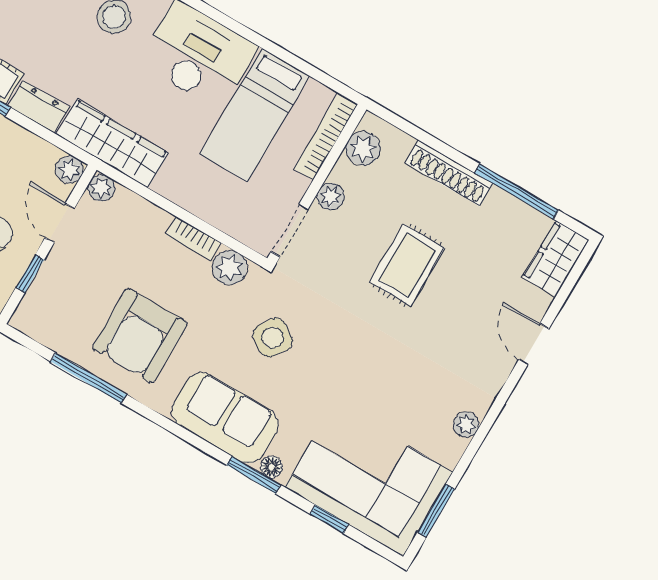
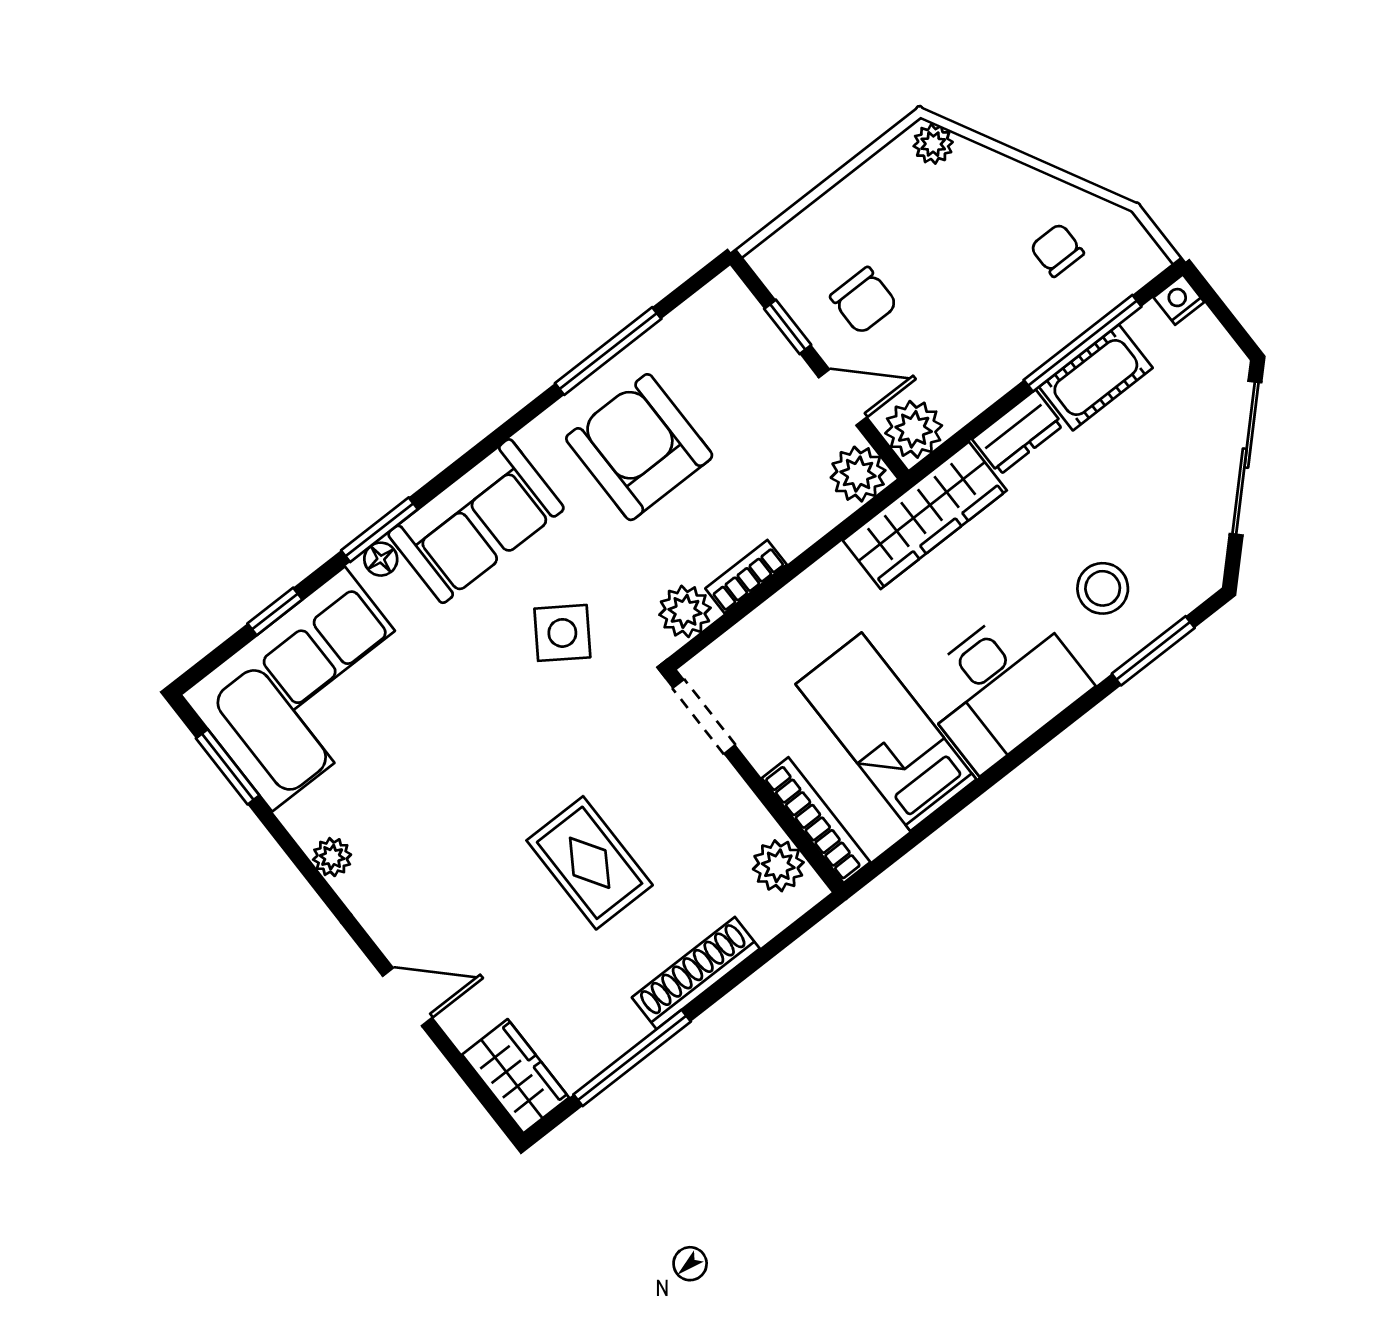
plant: (69, 170) -> (914, 429), width x1.38, depth x1.38
plant: (101, 188) -> (858, 474), width x1.38, depth x1.38
plant: (331, 196) -> (729, 793), removed

